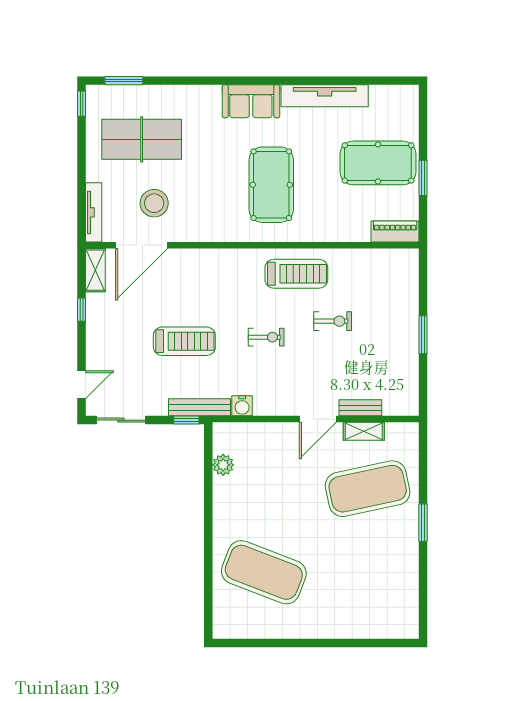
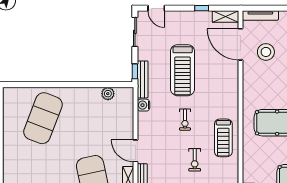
treadmill: (184, 341) -> (183, 70), width x1.37, depth x1.38

